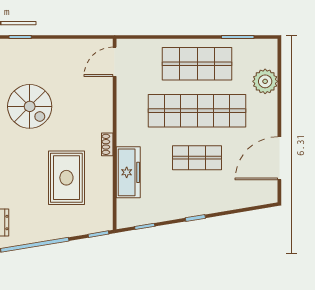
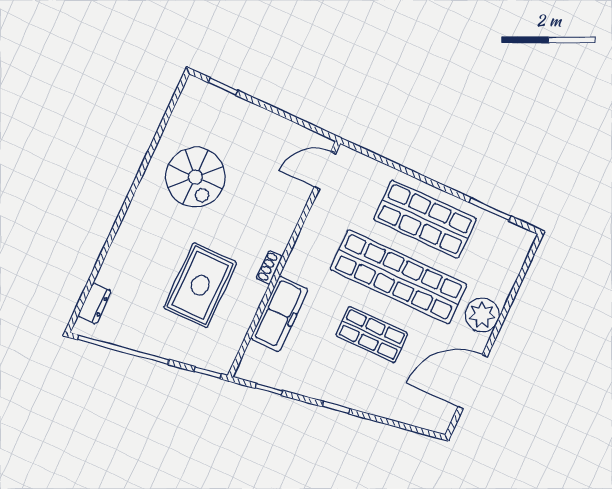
plant: (265, 81) -> (482, 315), moved

